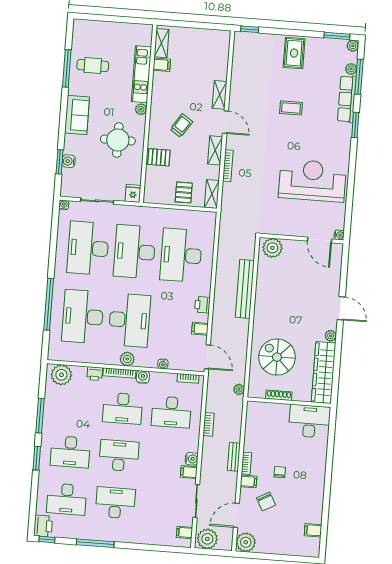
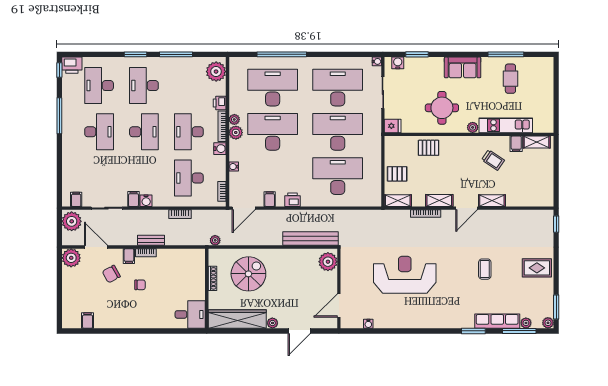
trolley: (181, 125) -> (493, 160), moved
pallet: (159, 157) -> (429, 148), turned 90
water cooler: (69, 161) -> (398, 63), moved
reception desk: (312, 181) -> (405, 275), moved, turned -90
wall: (302, 239) -> (339, 288), moved
door: (319, 240) -> (339, 305), moved
plant: (272, 248) -> (328, 262), moved
desk: (129, 320) -> (273, 132), turned 180
plant: (113, 359) -> (234, 119), added
desk: (309, 421) -> (190, 314), width x0.73

